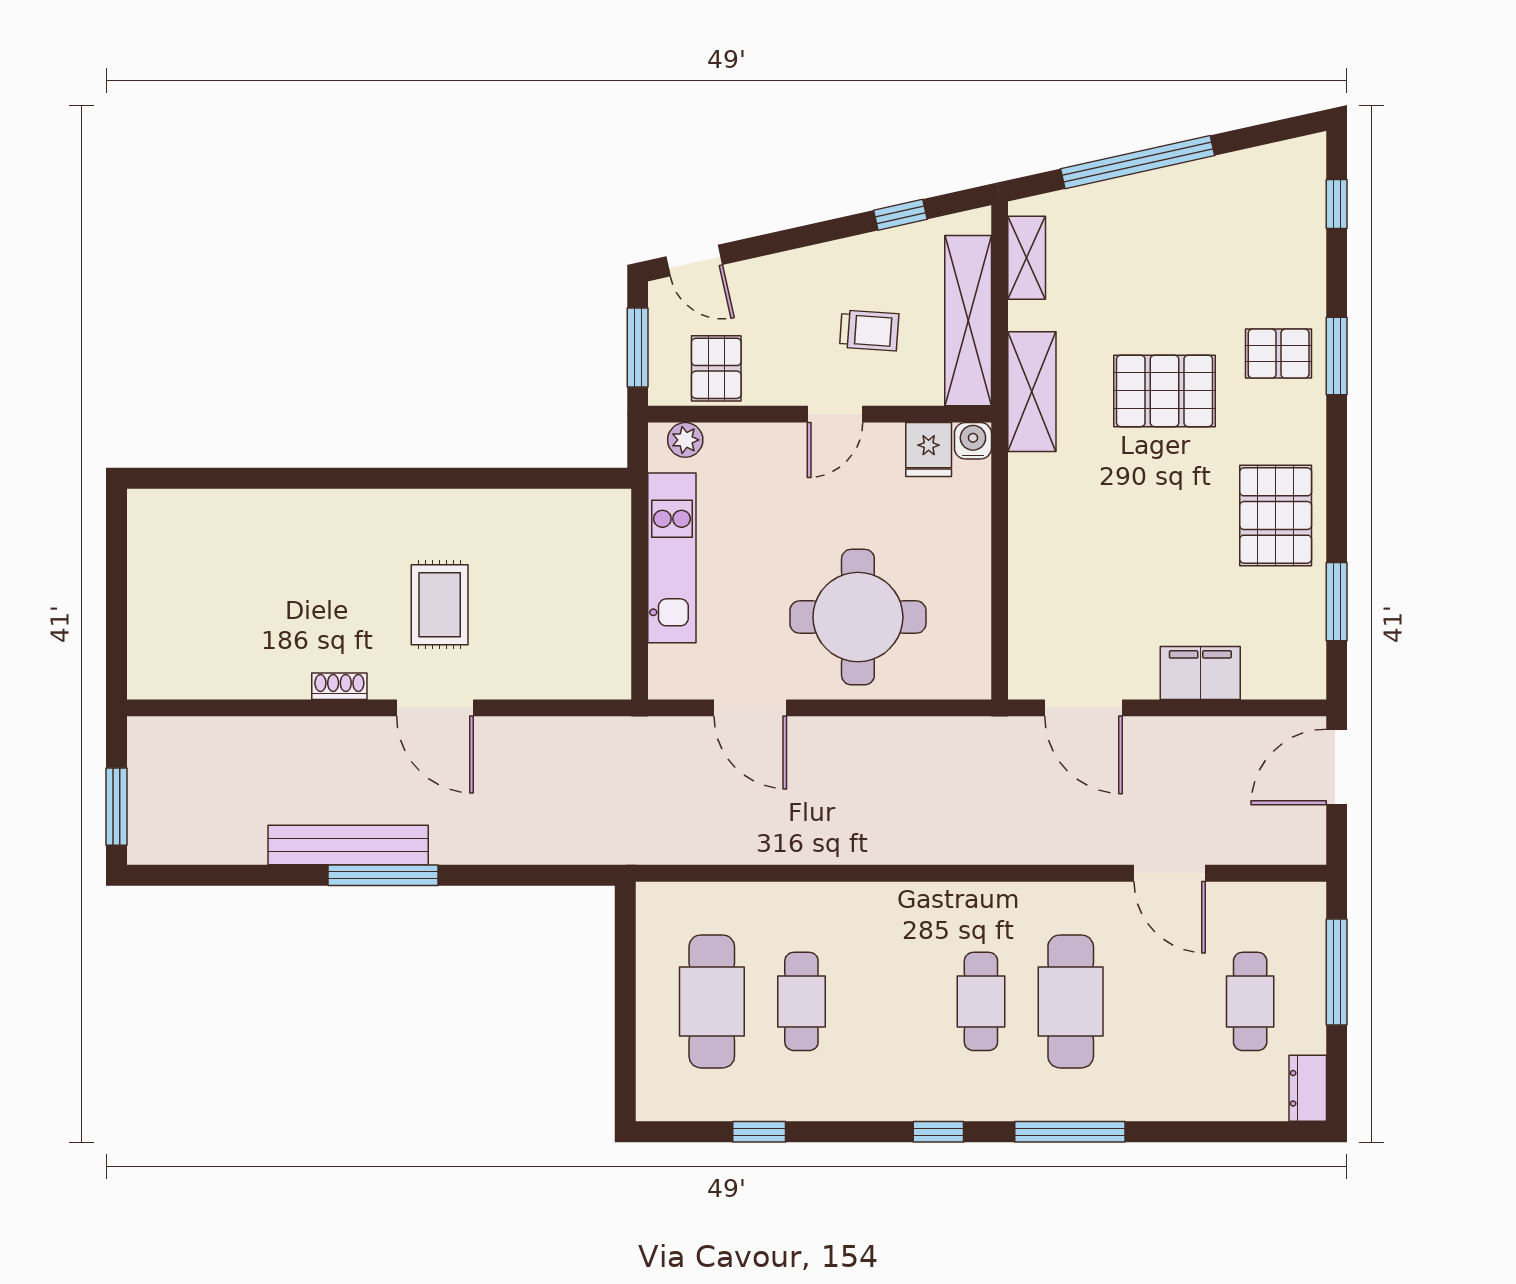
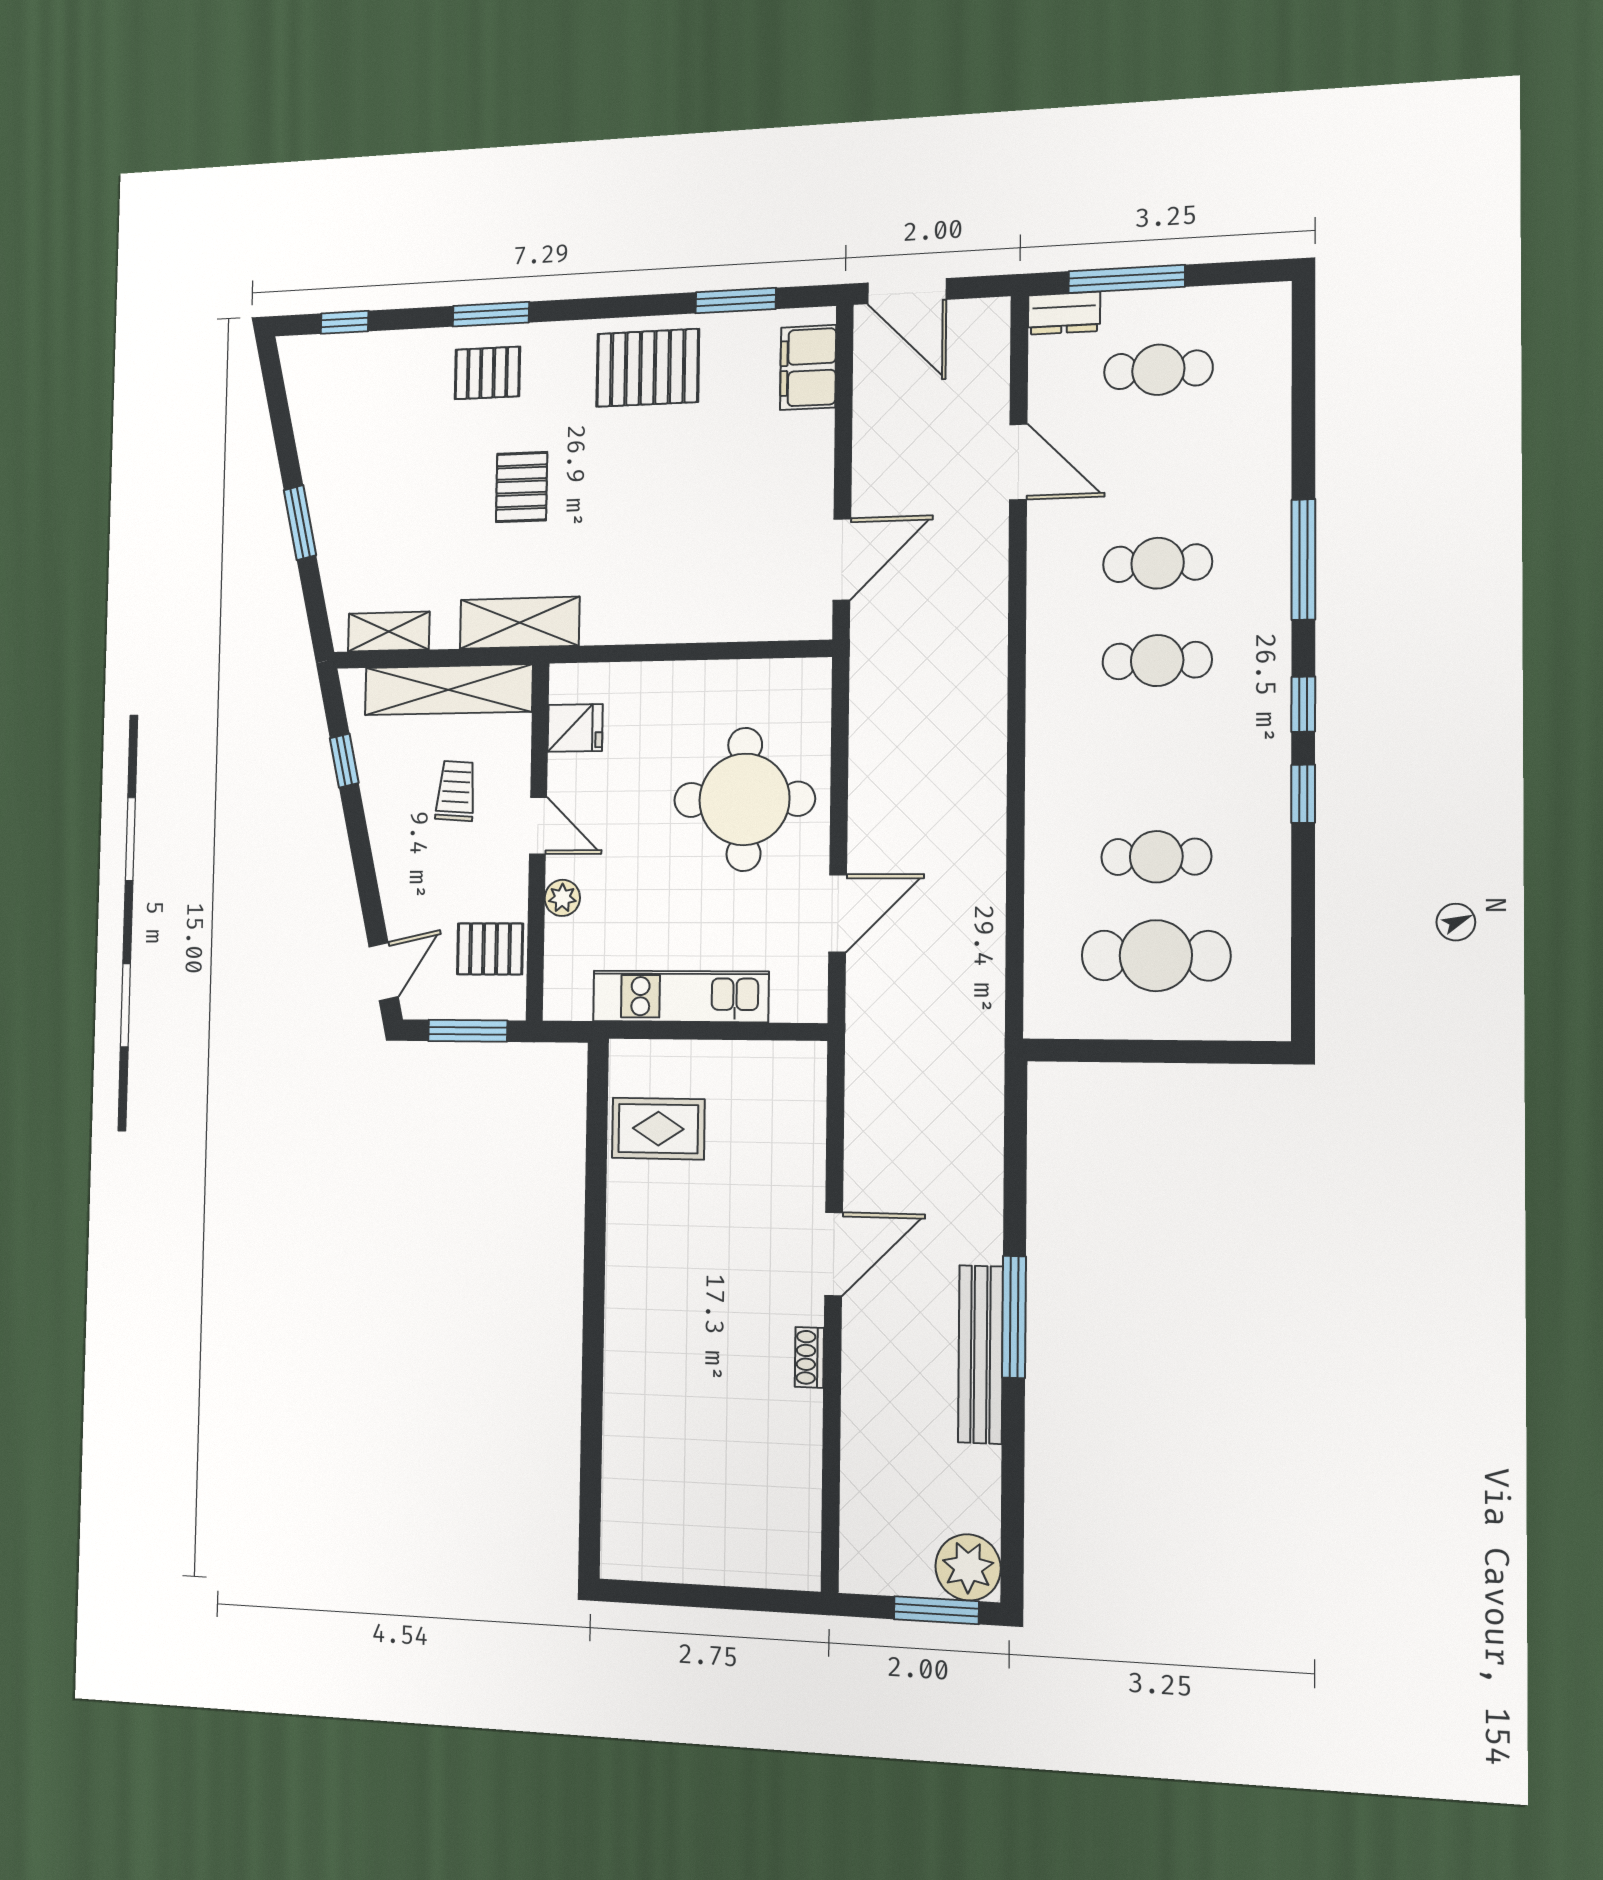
window: (1138, 162) -> (300, 523), width x0.47
pallet: (1279, 354) -> (487, 373), turned 90
pallet: (1164, 391) -> (522, 487), width x0.67, depth x0.71
plant: (685, 440) -> (562, 898), moved
water cooler: (973, 441) -> (567, 682), removed
rug: (440, 605) -> (658, 1129), moved
filing cabinet: (1200, 673) -> (808, 367), moved
plant: (157, 835) -> (968, 1567), added
door: (1170, 873) -> (1018, 462), hinge flipped
cafe table: (1071, 1001) -> (1158, 563), width x0.73, depth x0.74
dresser: (1308, 1088) -> (1064, 313), moved
window: (759, 1132) -> (1303, 794), moved

